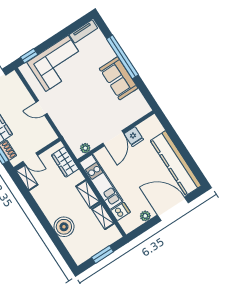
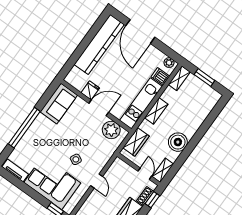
sofa: (119, 78) -> (59, 103), moved
side table: (71, 96) -> (76, 159), added
plant: (85, 148) -> (111, 130), width x1.88, depth x1.88
shelving: (103, 216) -> (179, 78), moved
plant: (145, 216) -> (169, 63), moved
boiler: (64, 227) -> (178, 142), moved

